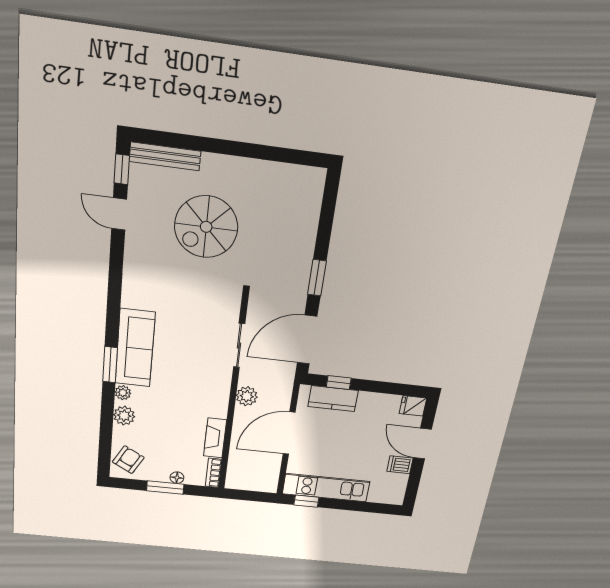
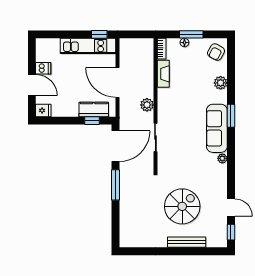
bench: (165, 156) -> (187, 242), moved
window: (317, 278) -> (116, 185), width x1.44
plant: (123, 393) -> (222, 158), moved
door: (289, 433) -> (117, 83), swing flipped

